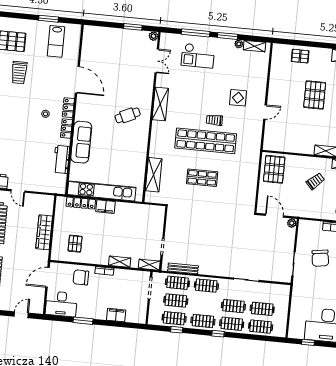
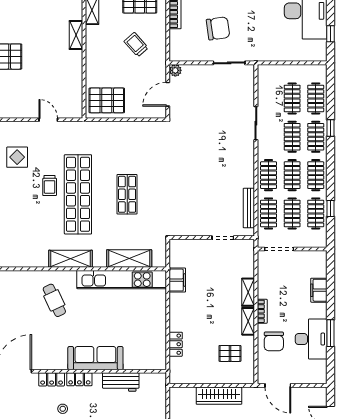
shelving: (160, 104) -> (71, 259), moved
door: (265, 112) -> (48, 120), moved
trolley: (315, 181) -> (136, 45), moved
kitchen unit: (102, 191) -> (122, 280), moved, turned -90
locker: (81, 203) -> (176, 344), width x0.66
filing cabinet: (105, 207) -> (177, 280), moved
shelving: (149, 265) -> (248, 321), moved
clothes rail: (205, 303) -> (292, 175), added
desk: (61, 304) -> (311, 339), moved
window: (218, 334) -> (330, 128), moved

